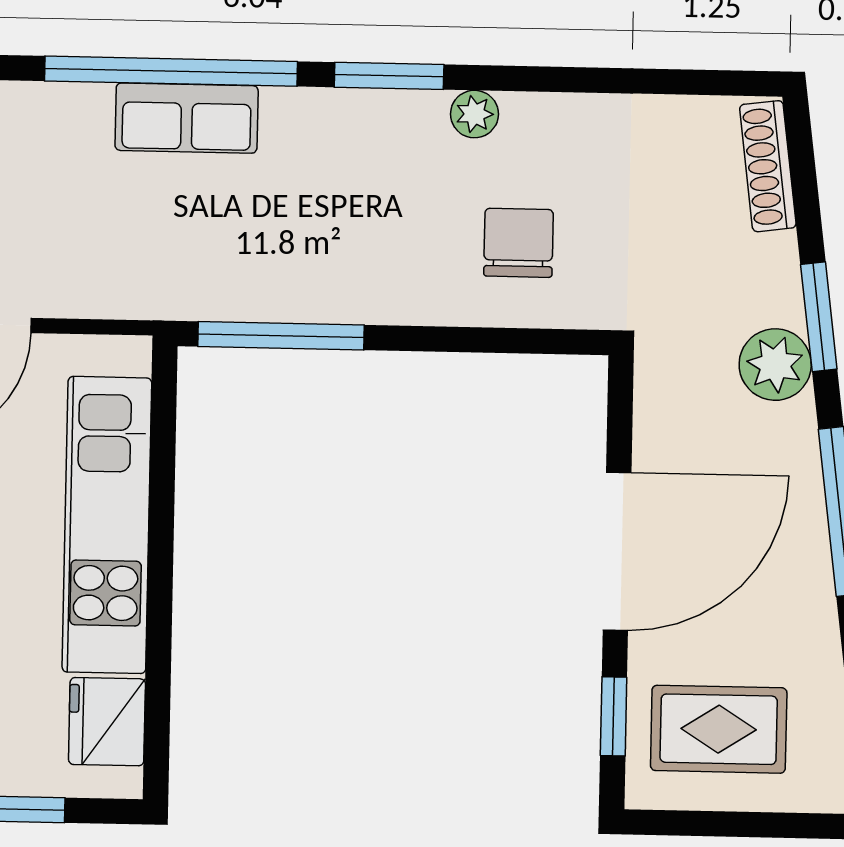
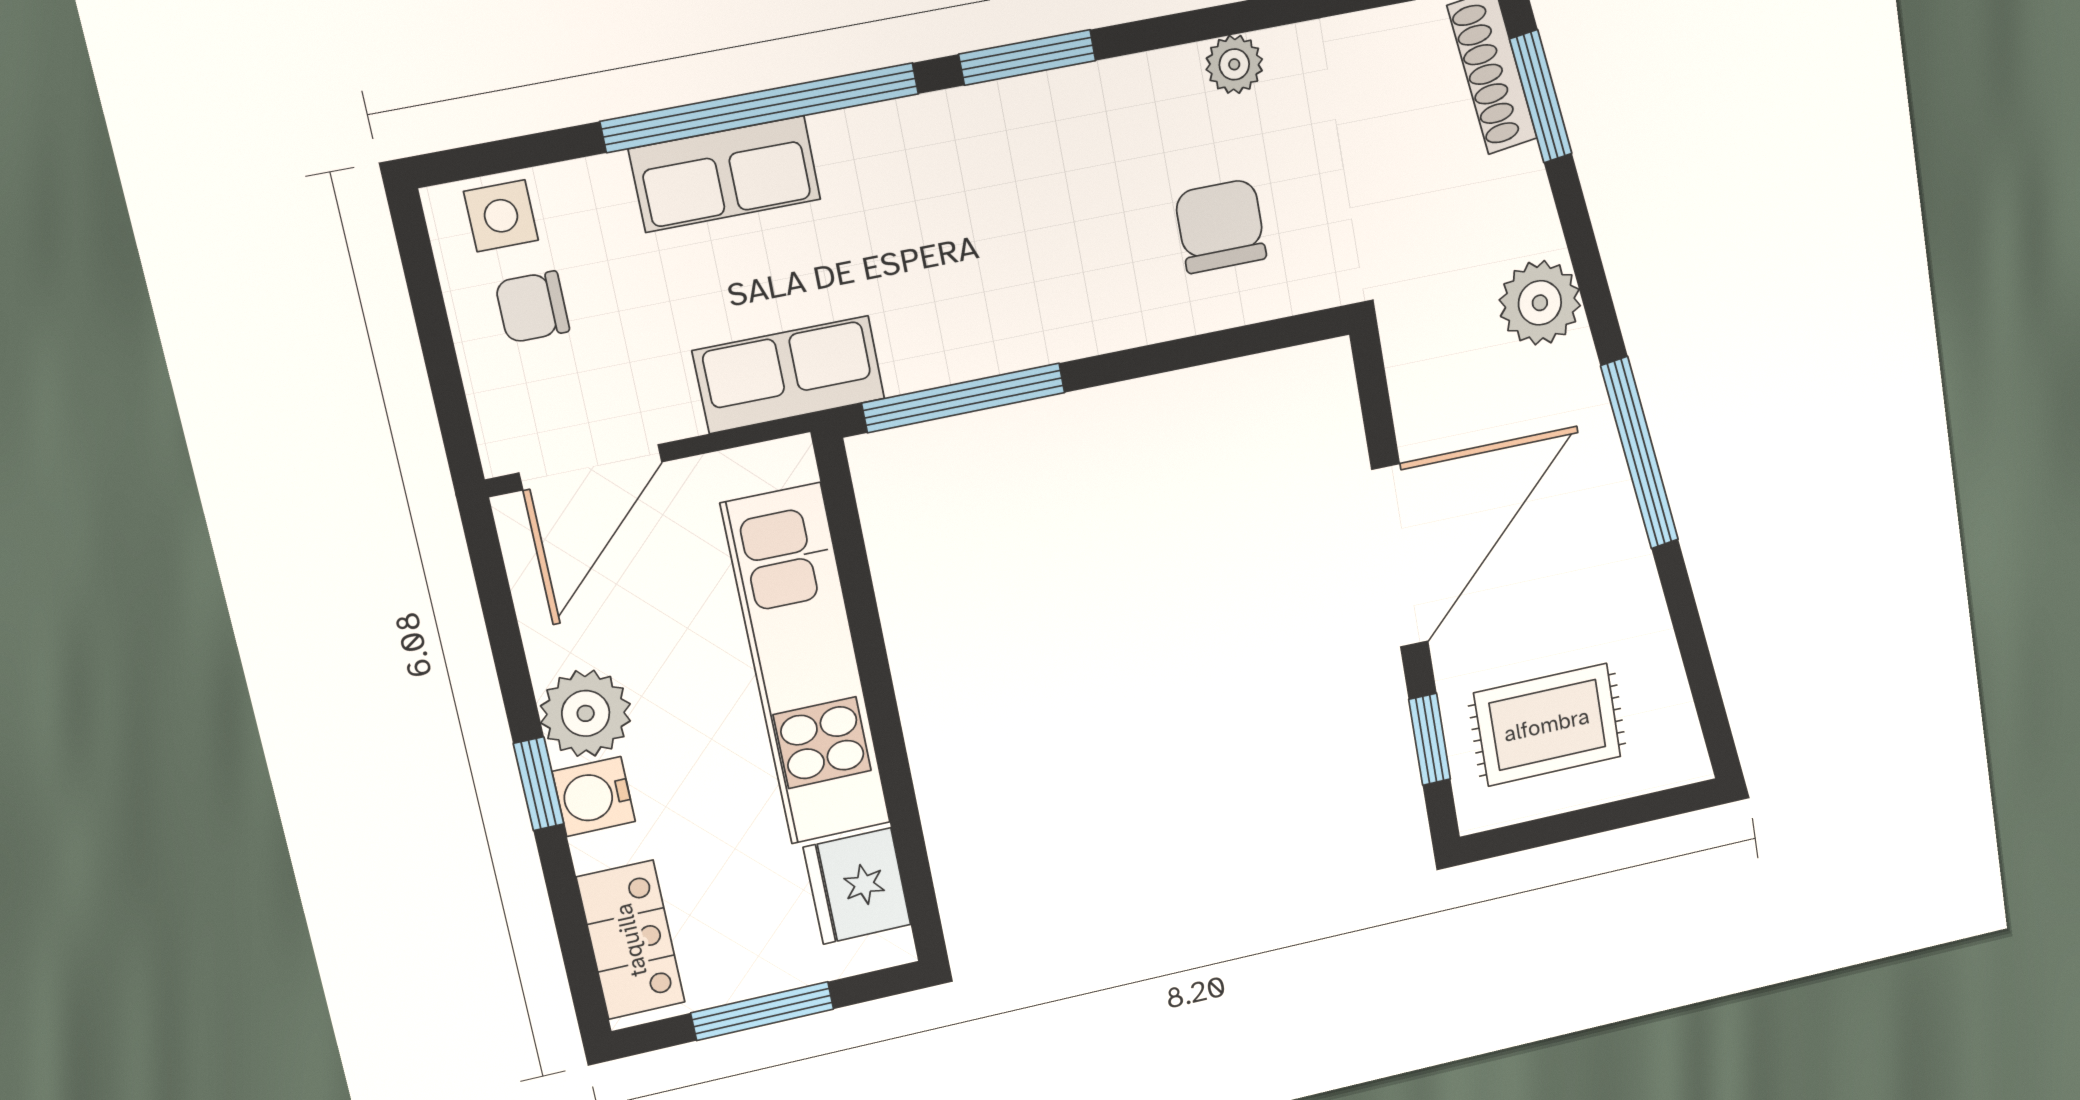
plant: (474, 114) -> (1234, 64), moved
row of seats: (187, 118) -> (725, 174), moved
row of seats: (146, 286) -> (789, 375), added
window: (819, 317) -> (1541, 96), moved

